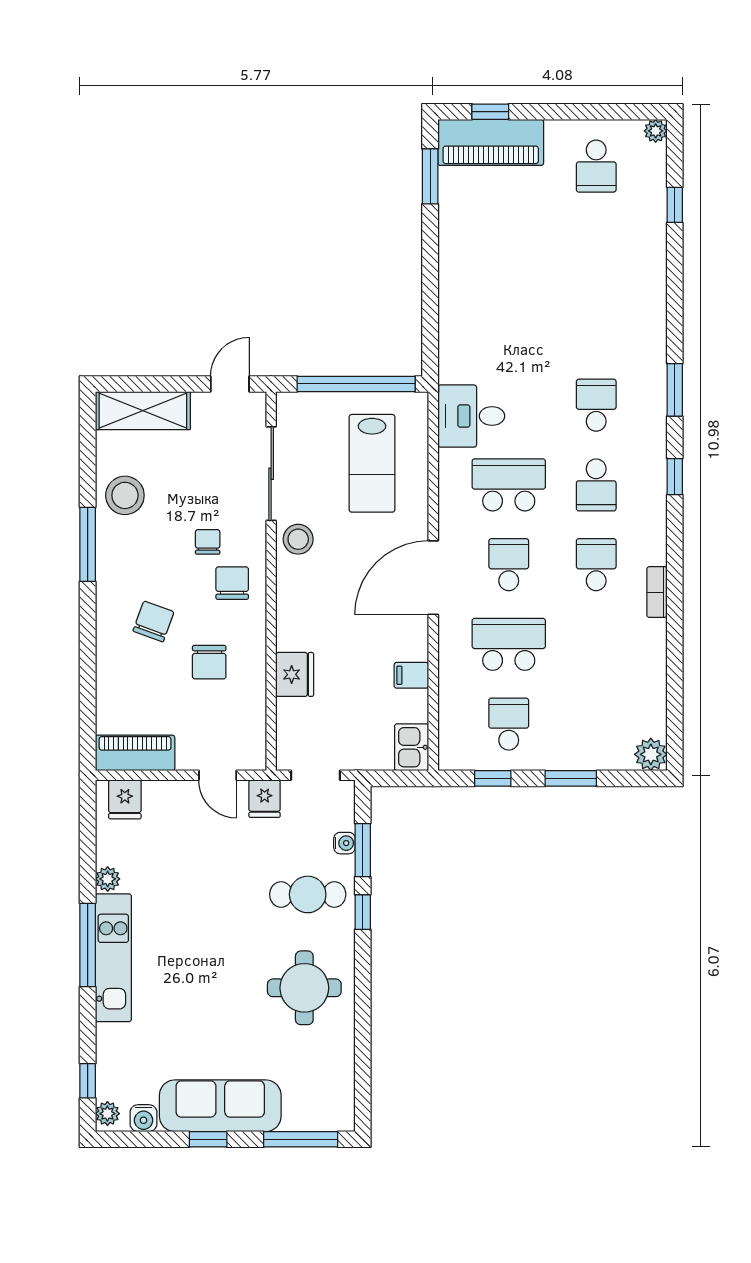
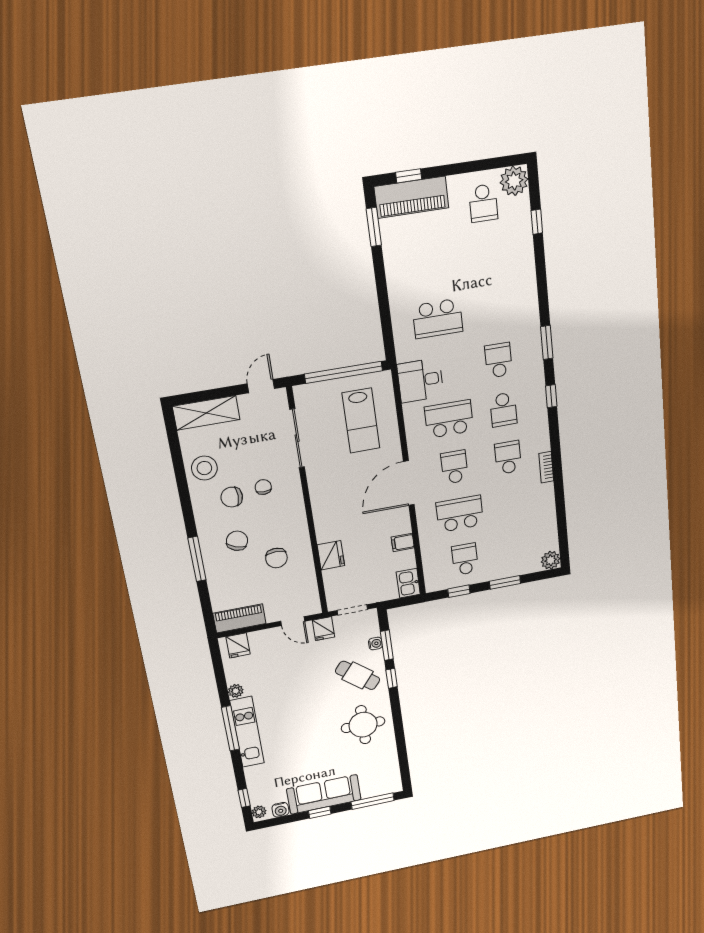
plant: (656, 131) -> (514, 181), width x1.88, depth x1.88
school desk: (509, 325) -> (438, 319), added
stool: (298, 539) -> (321, 475), removed
window: (88, 544) -> (197, 559), moved
chair: (232, 583) -> (232, 497), moved, turned -90
cafe table: (308, 894) -> (358, 675), turned 39

